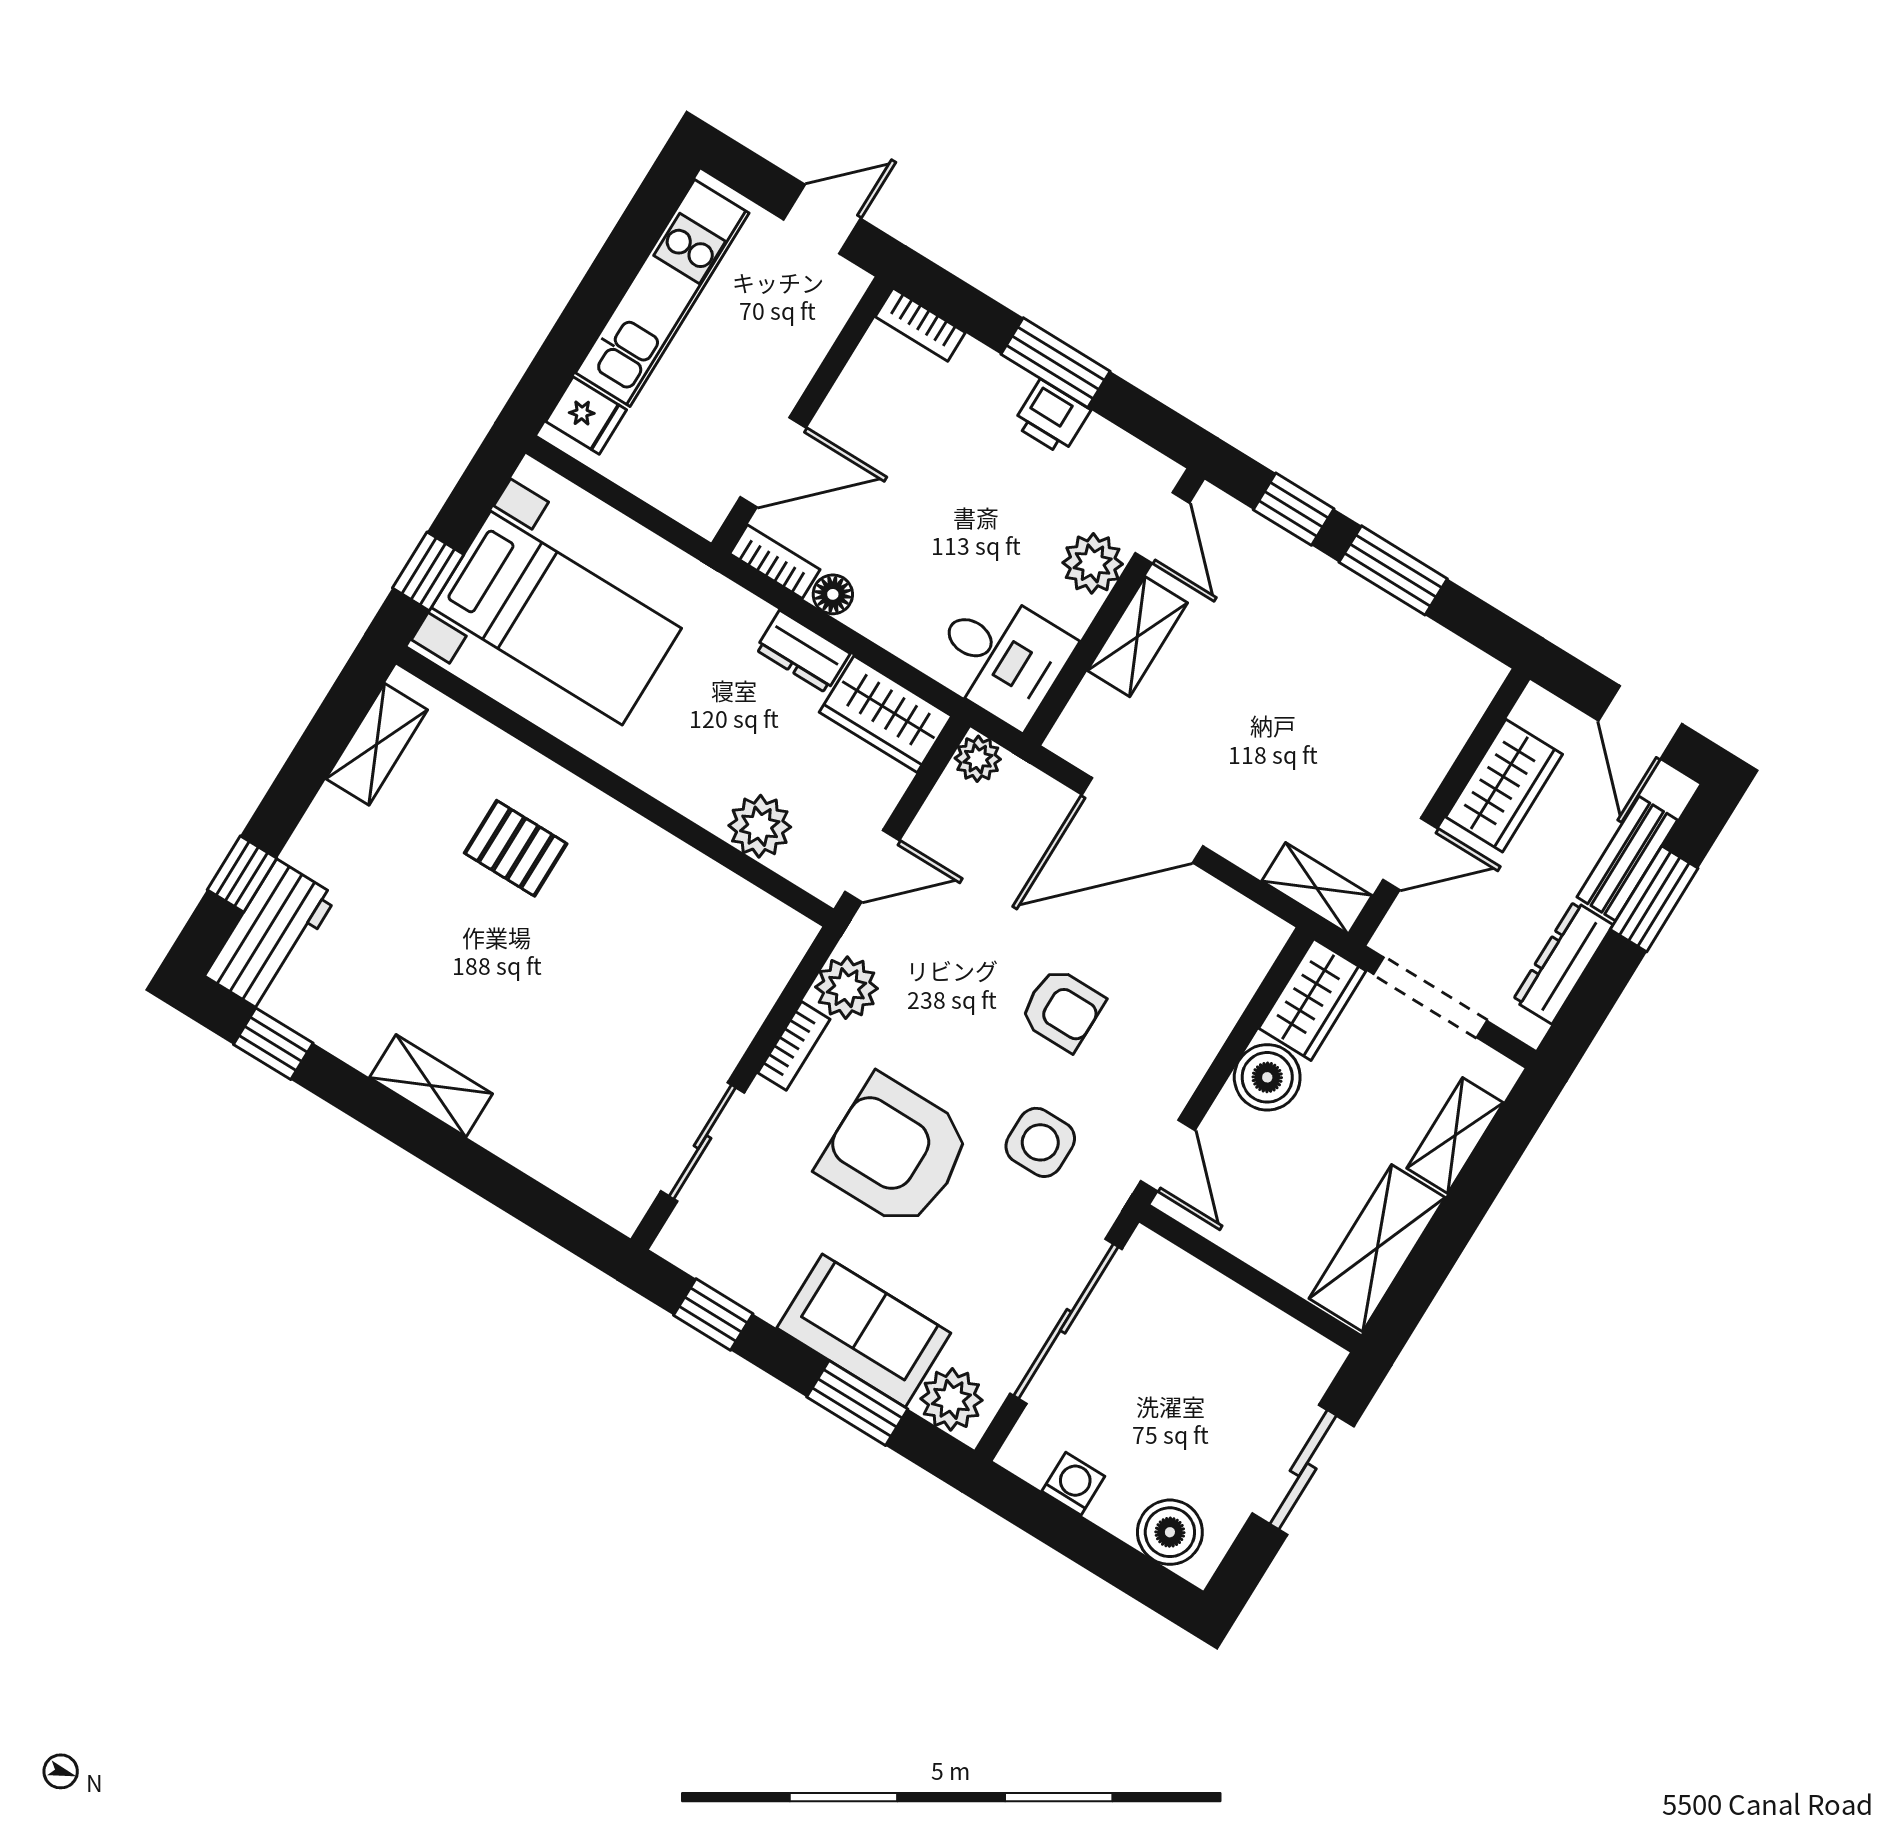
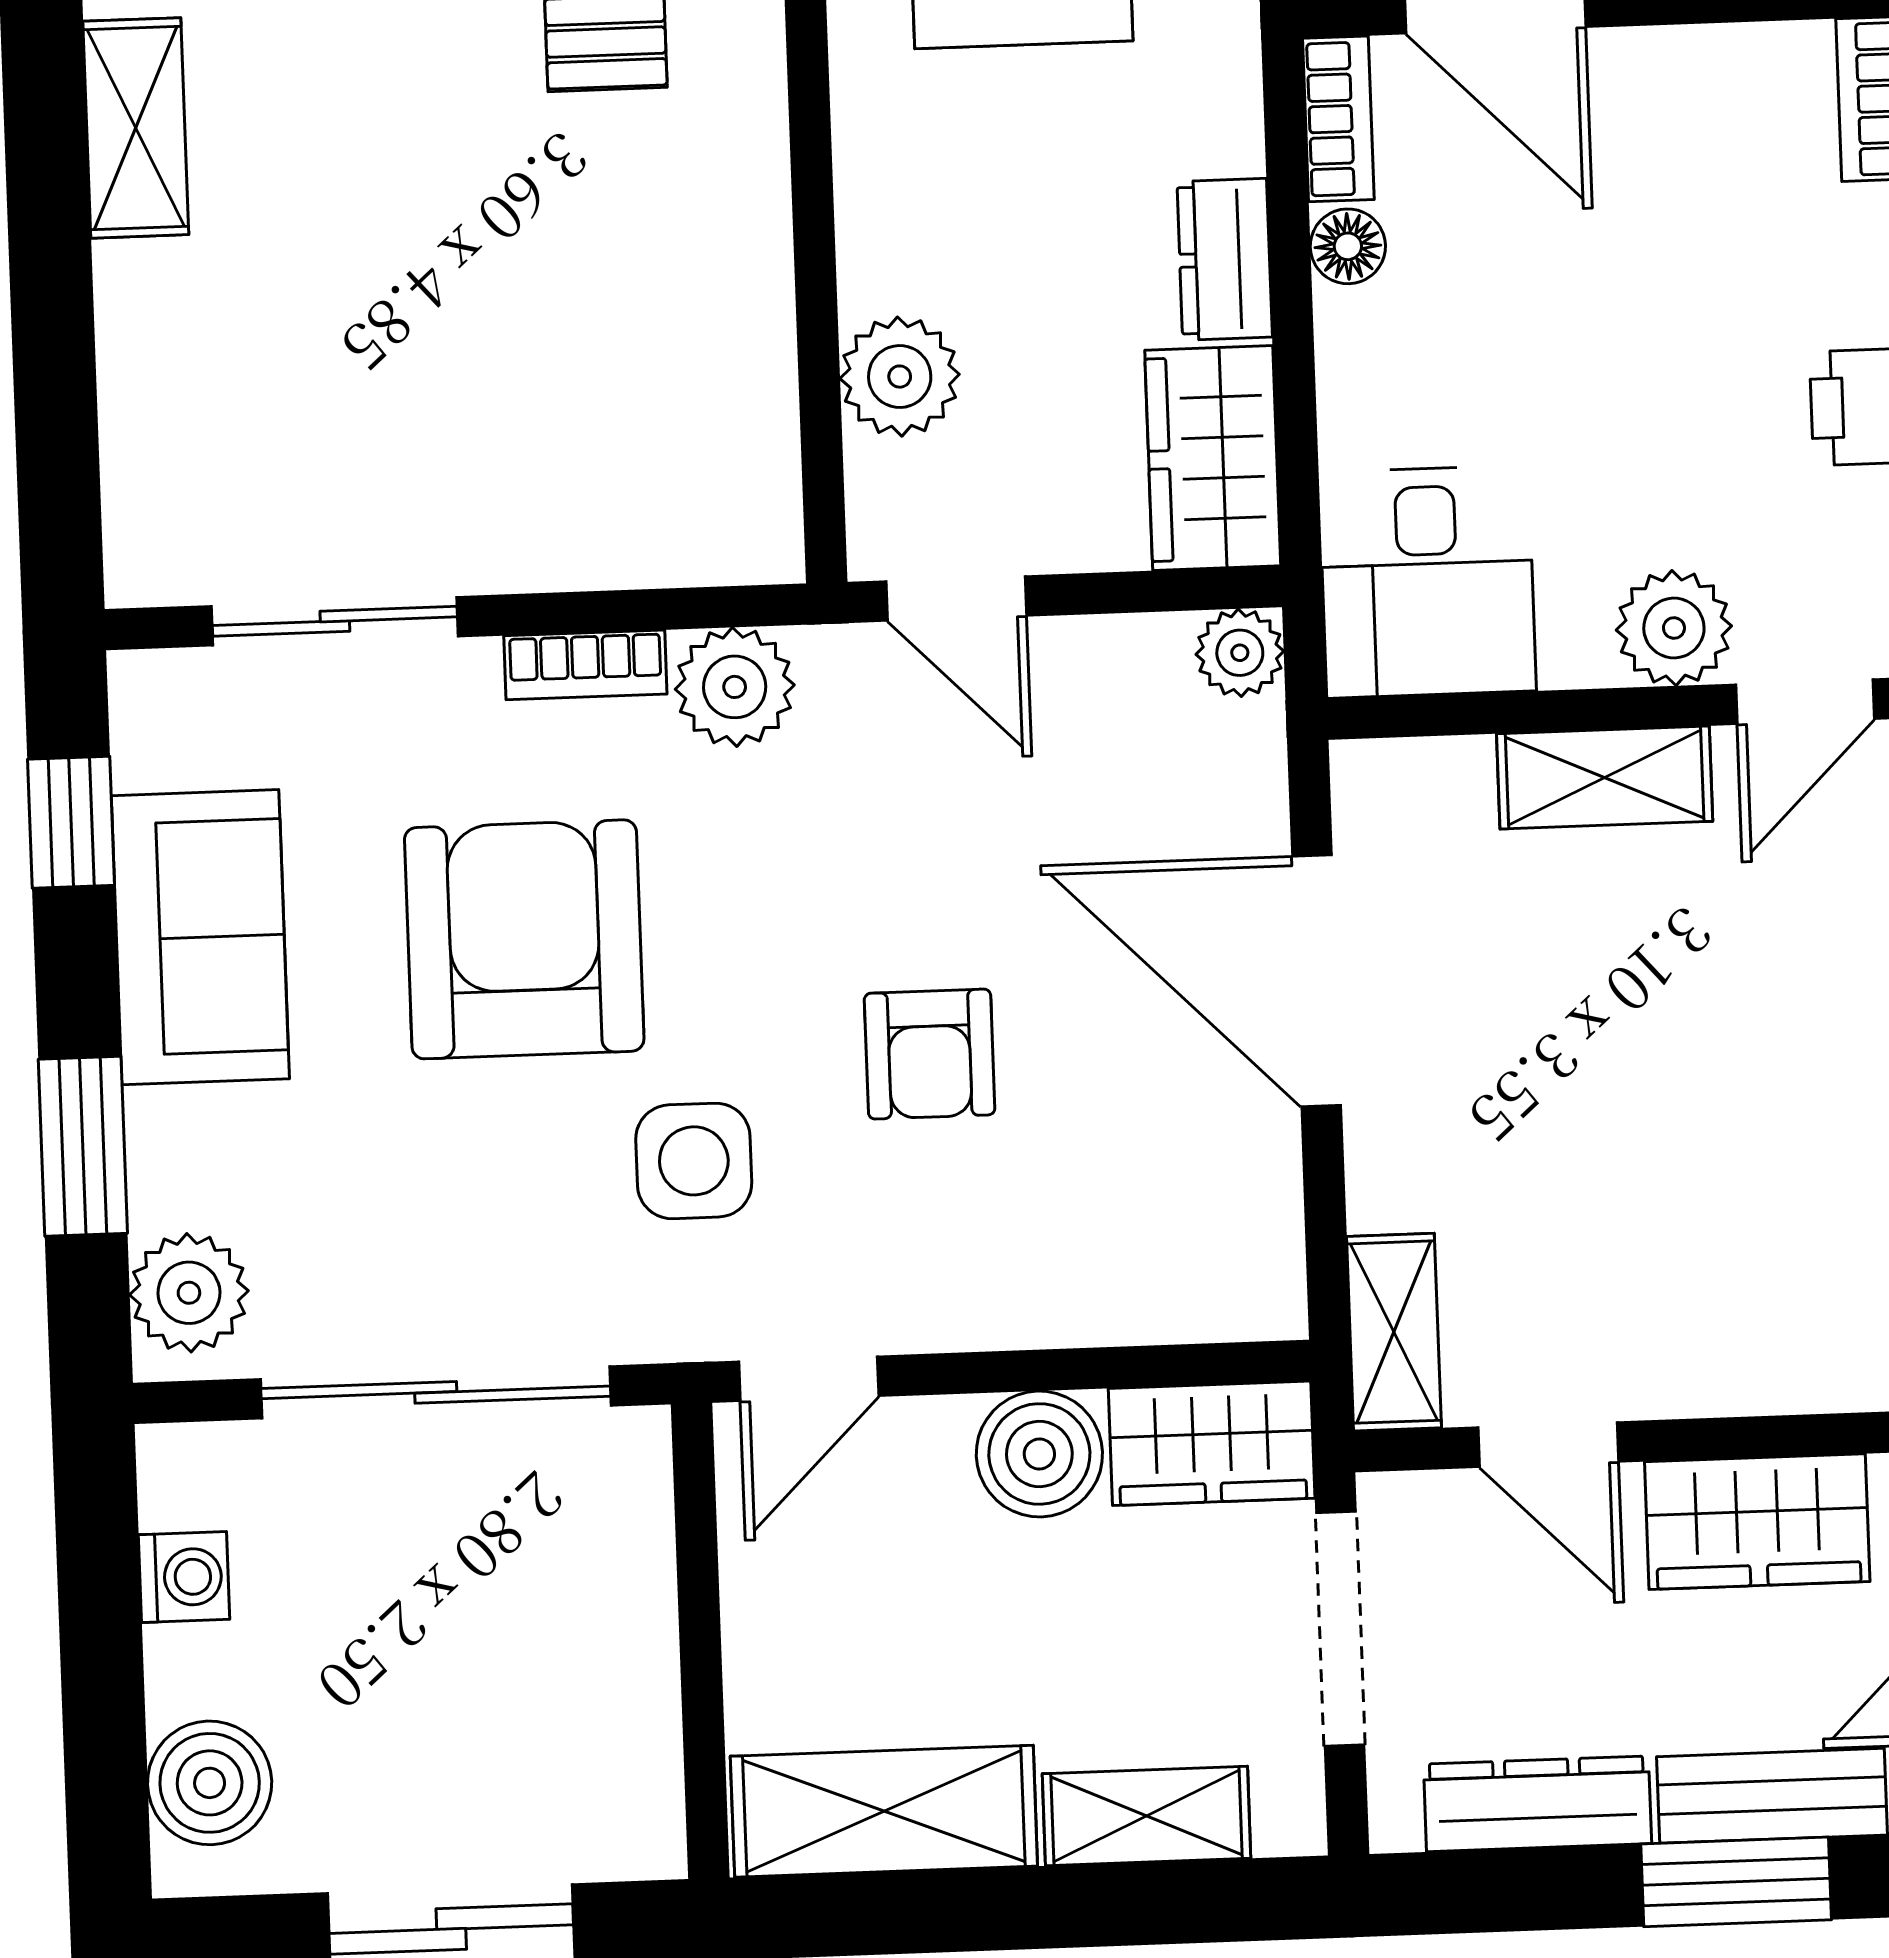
sofa: (864, 1331) -> (200, 937), moved

